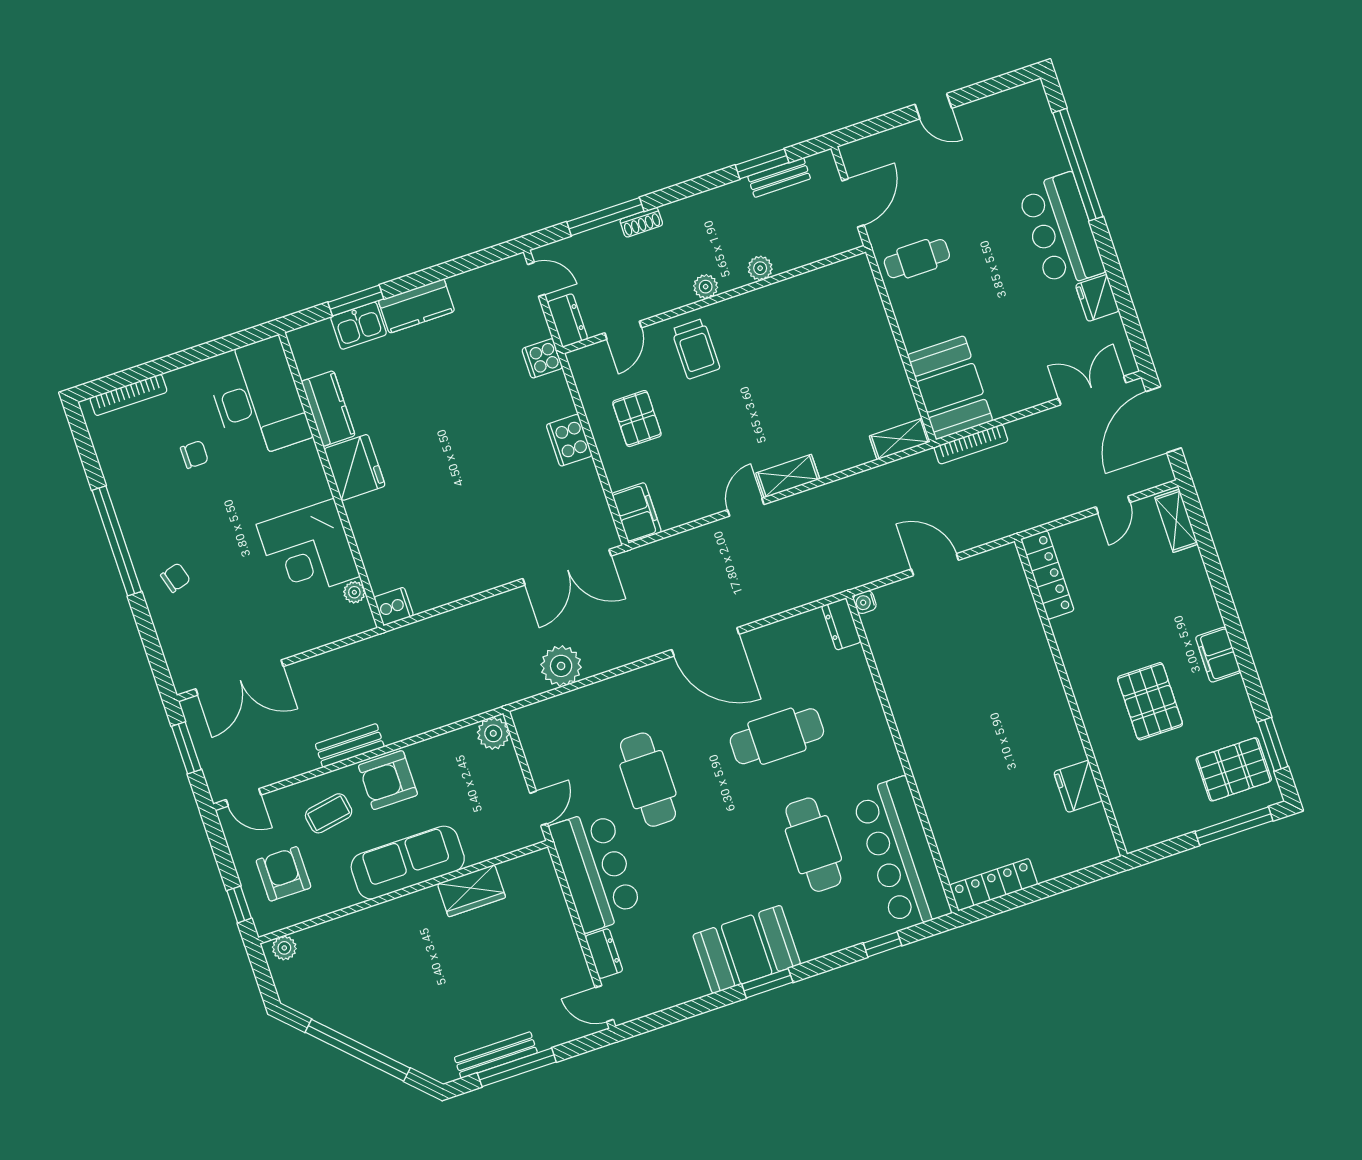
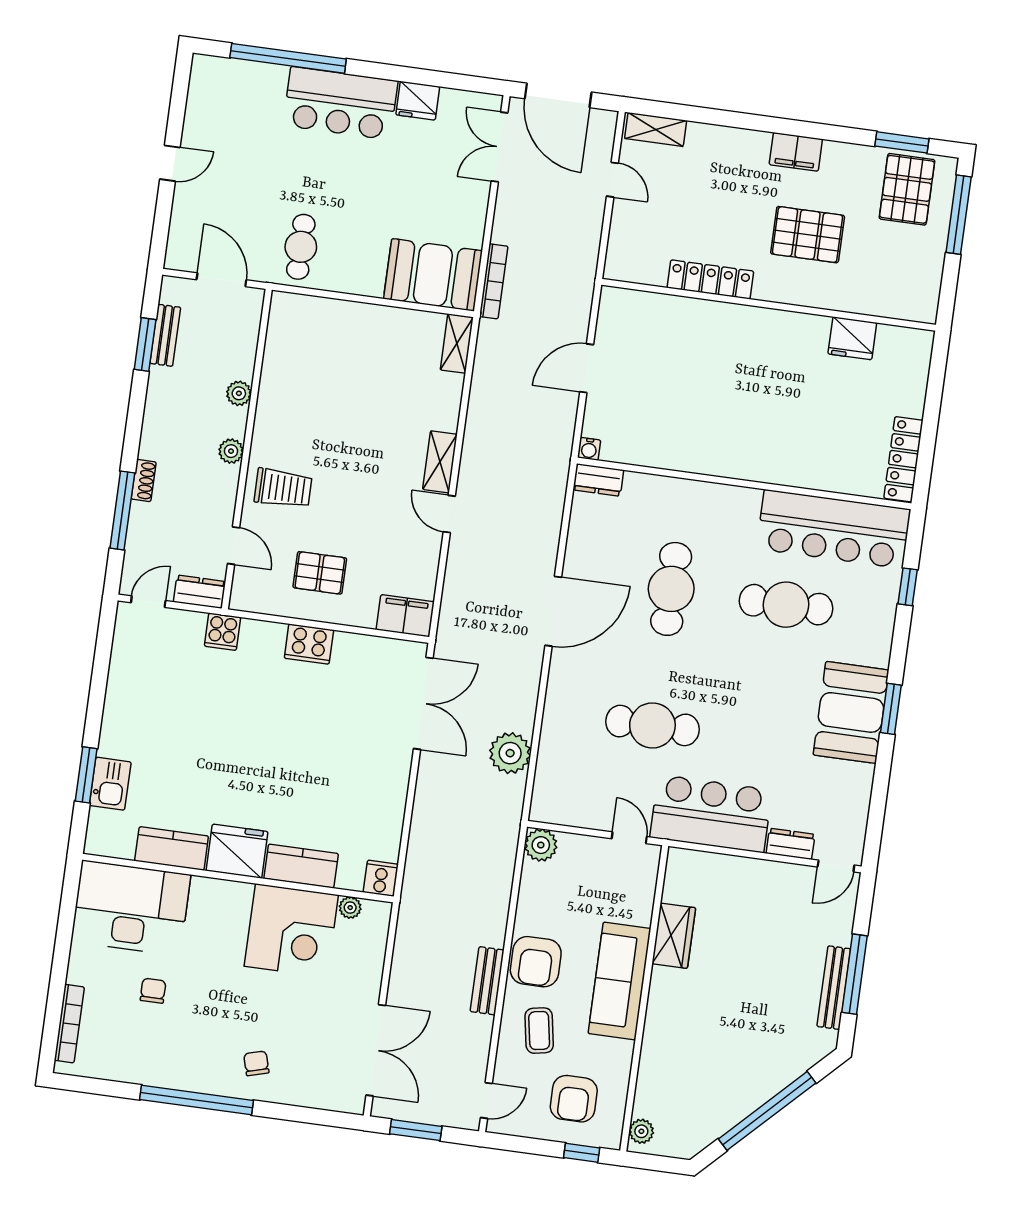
kitchen counter: (417, 306) -> (301, 866), moved, turned -90
locker: (1047, 575) -> (710, 279), moved
armchair: (284, 874) -> (574, 1099), turned -90

